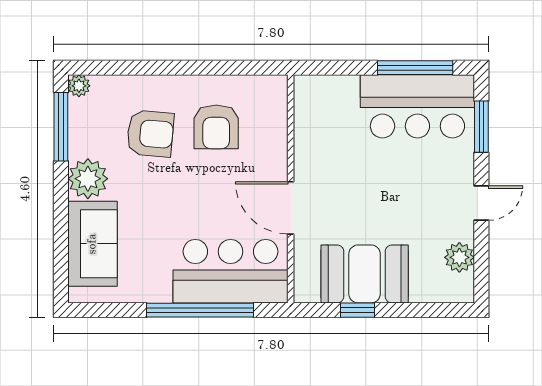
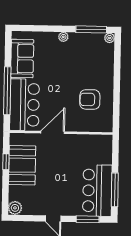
armchair: (150, 134) -> (87, 70), removed
plant: (88, 179) -> (63, 37), width x0.53, depth x0.53
sofa: (92, 244) -> (22, 59), moved, turned -90
plant: (459, 257) -> (15, 208), moved

